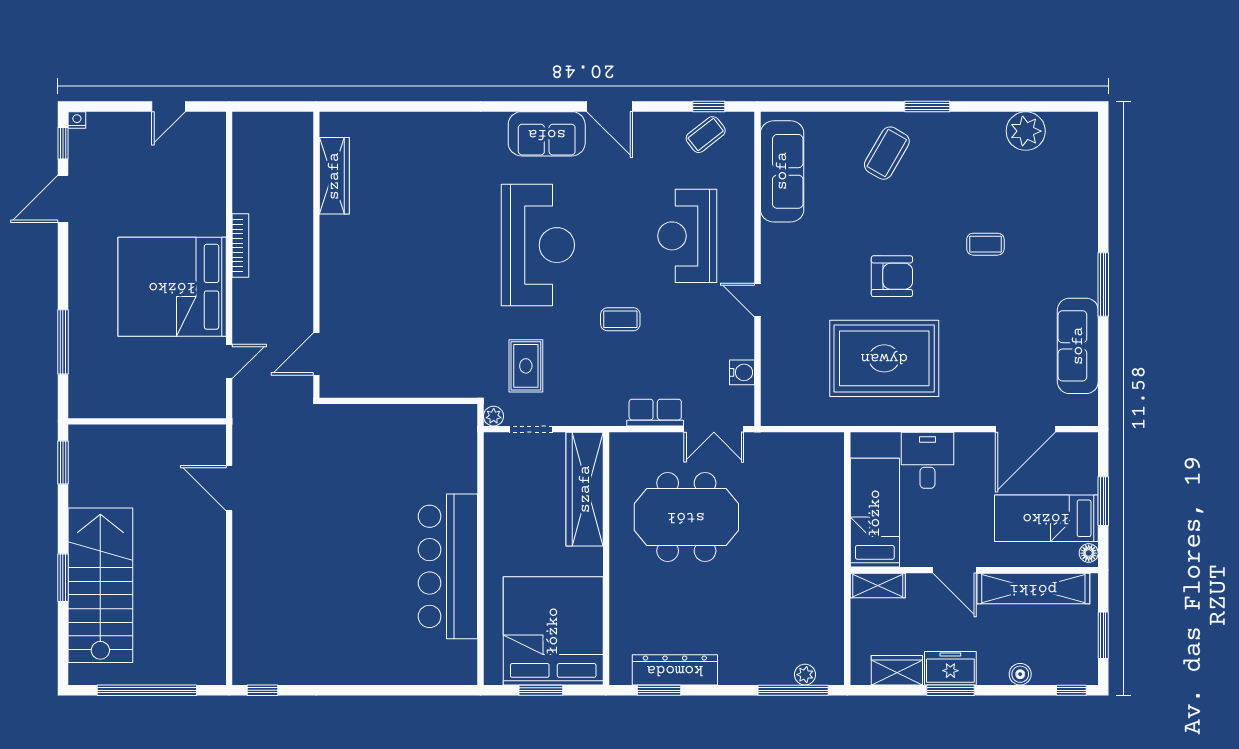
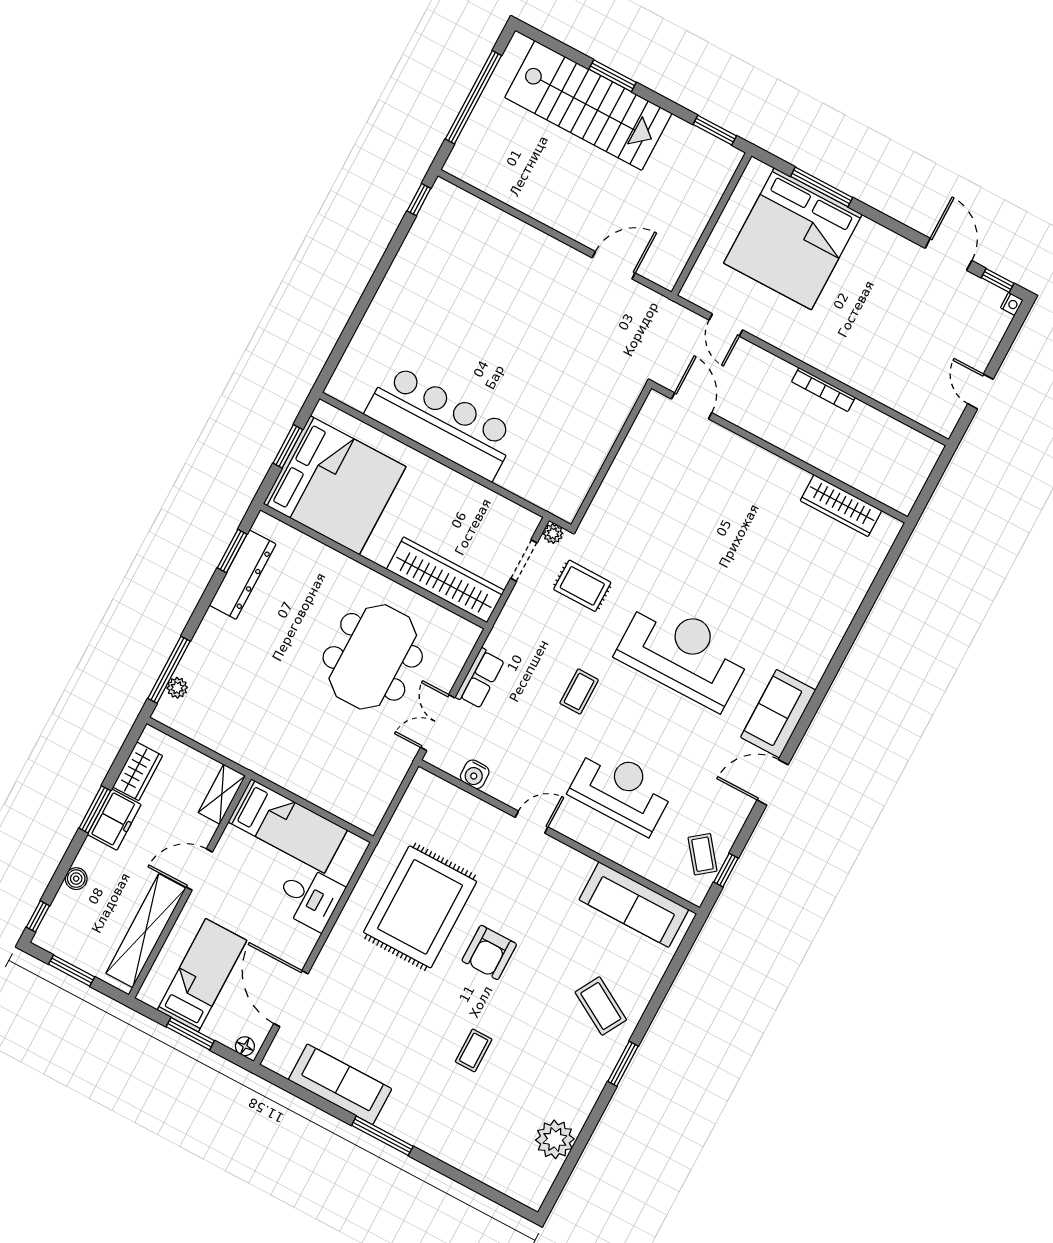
reception desk: (538, 245) -> (684, 653), turned 180
bed: (172, 287) -> (793, 239), moved, turned 180
floor lamp: (1089, 553) -> (245, 1046), moved

